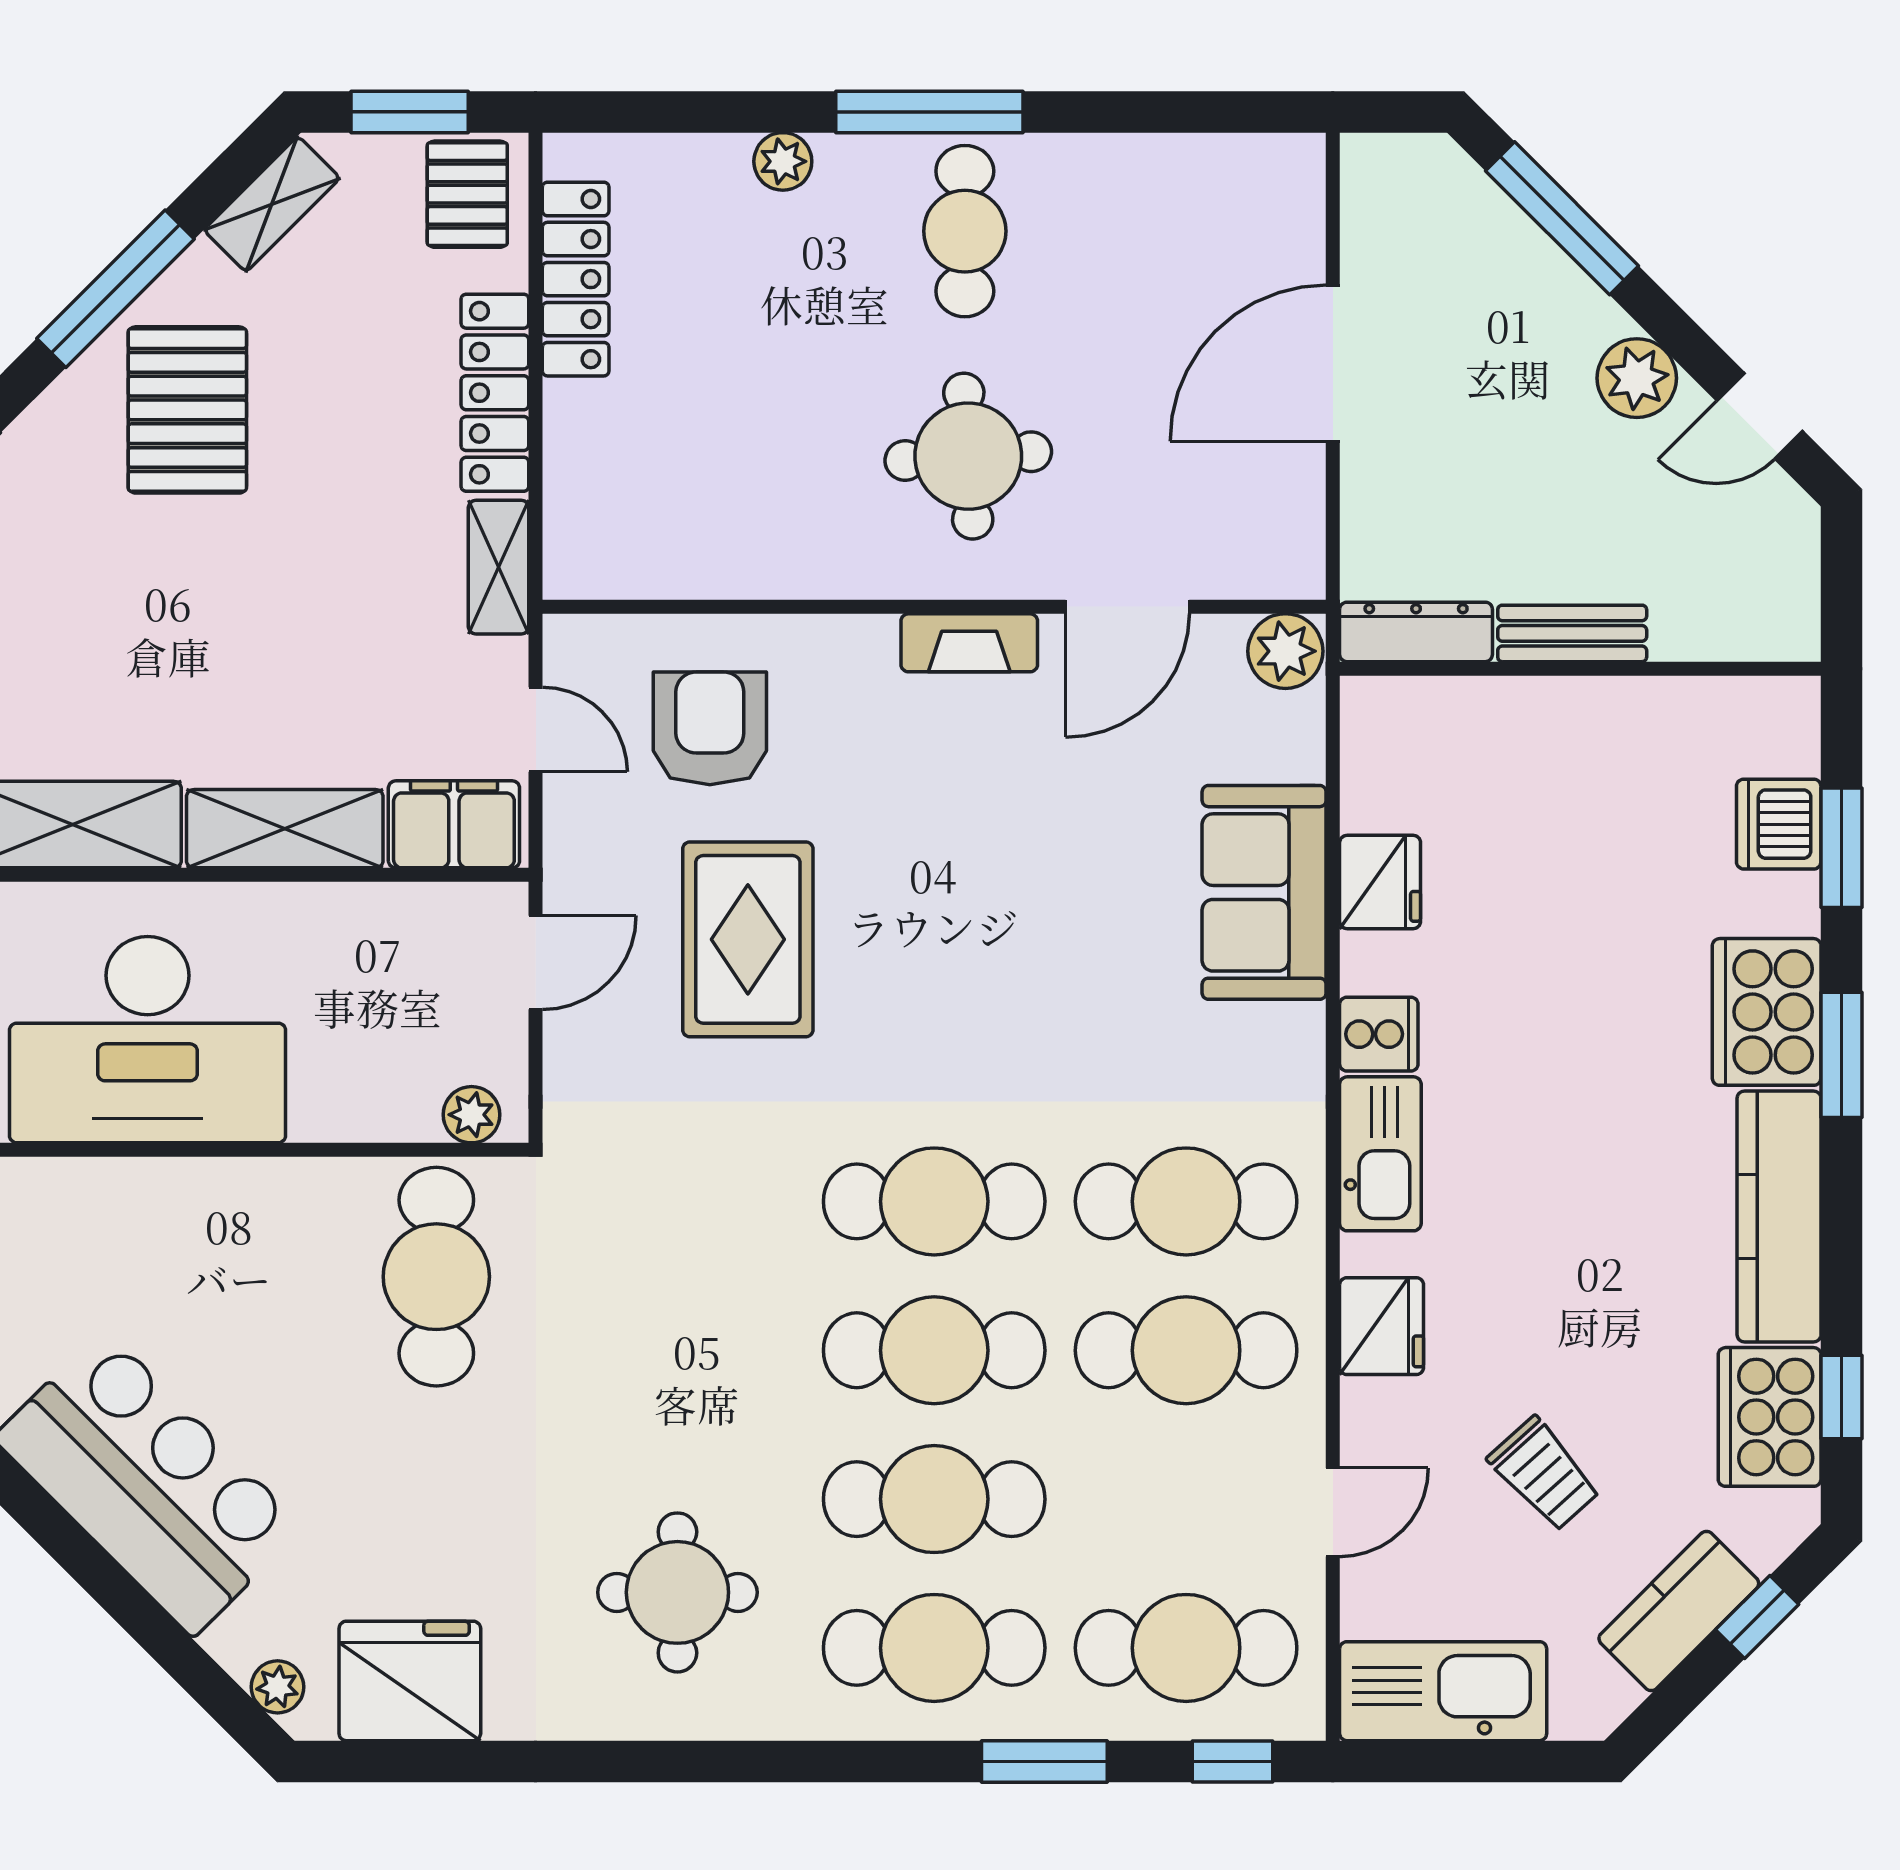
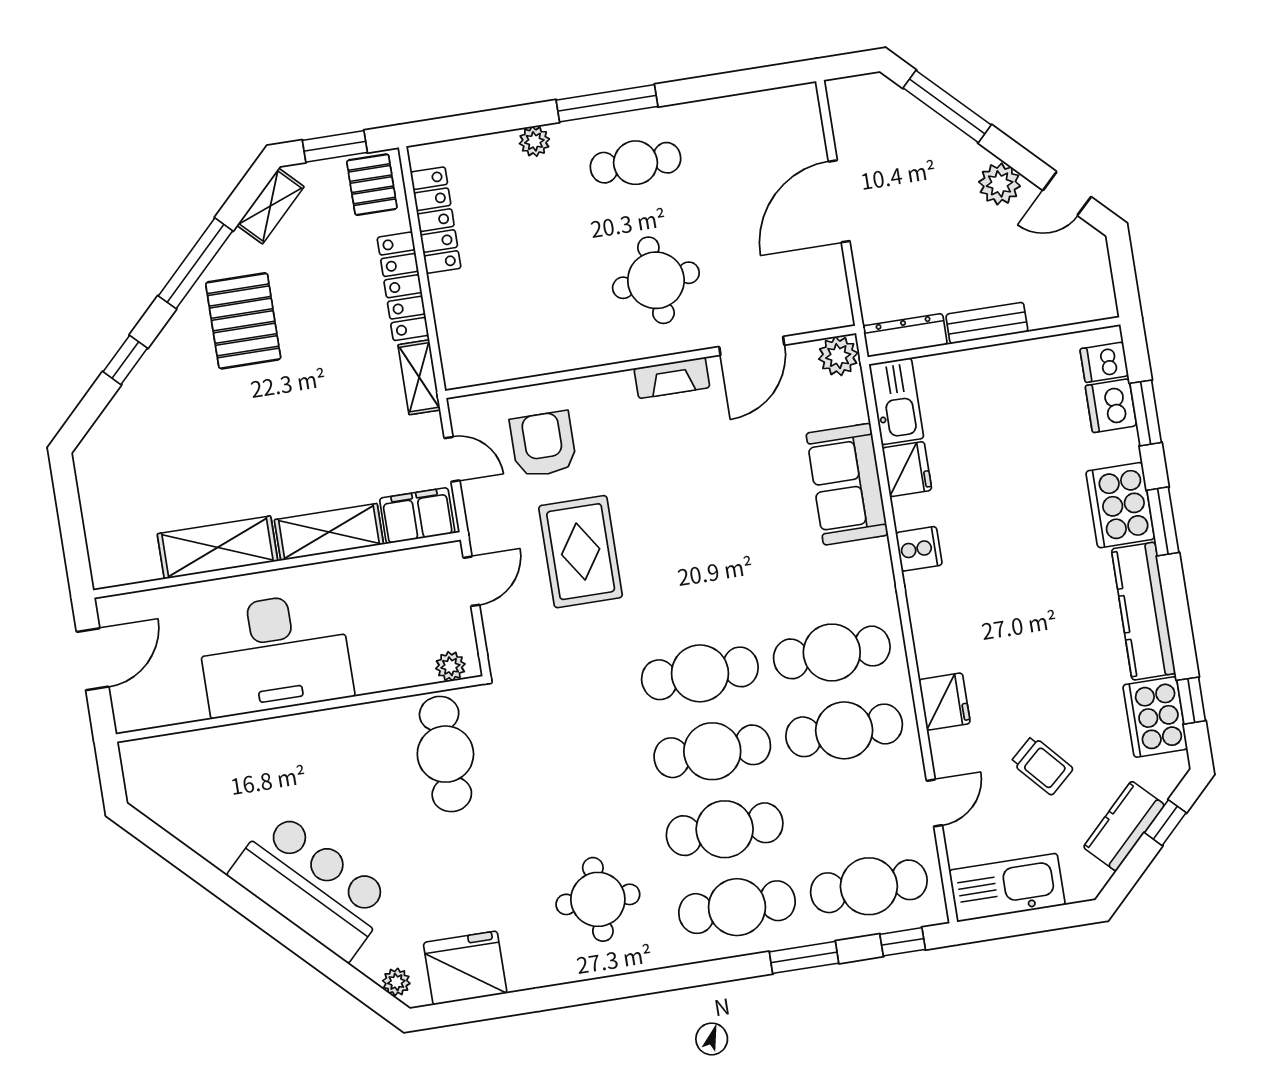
cafe table: (965, 231) -> (635, 163), turned 90
dishwasher: (1779, 741) -> (1104, 362), added
kitchen sink: (1380, 1154) -> (896, 401), moved

